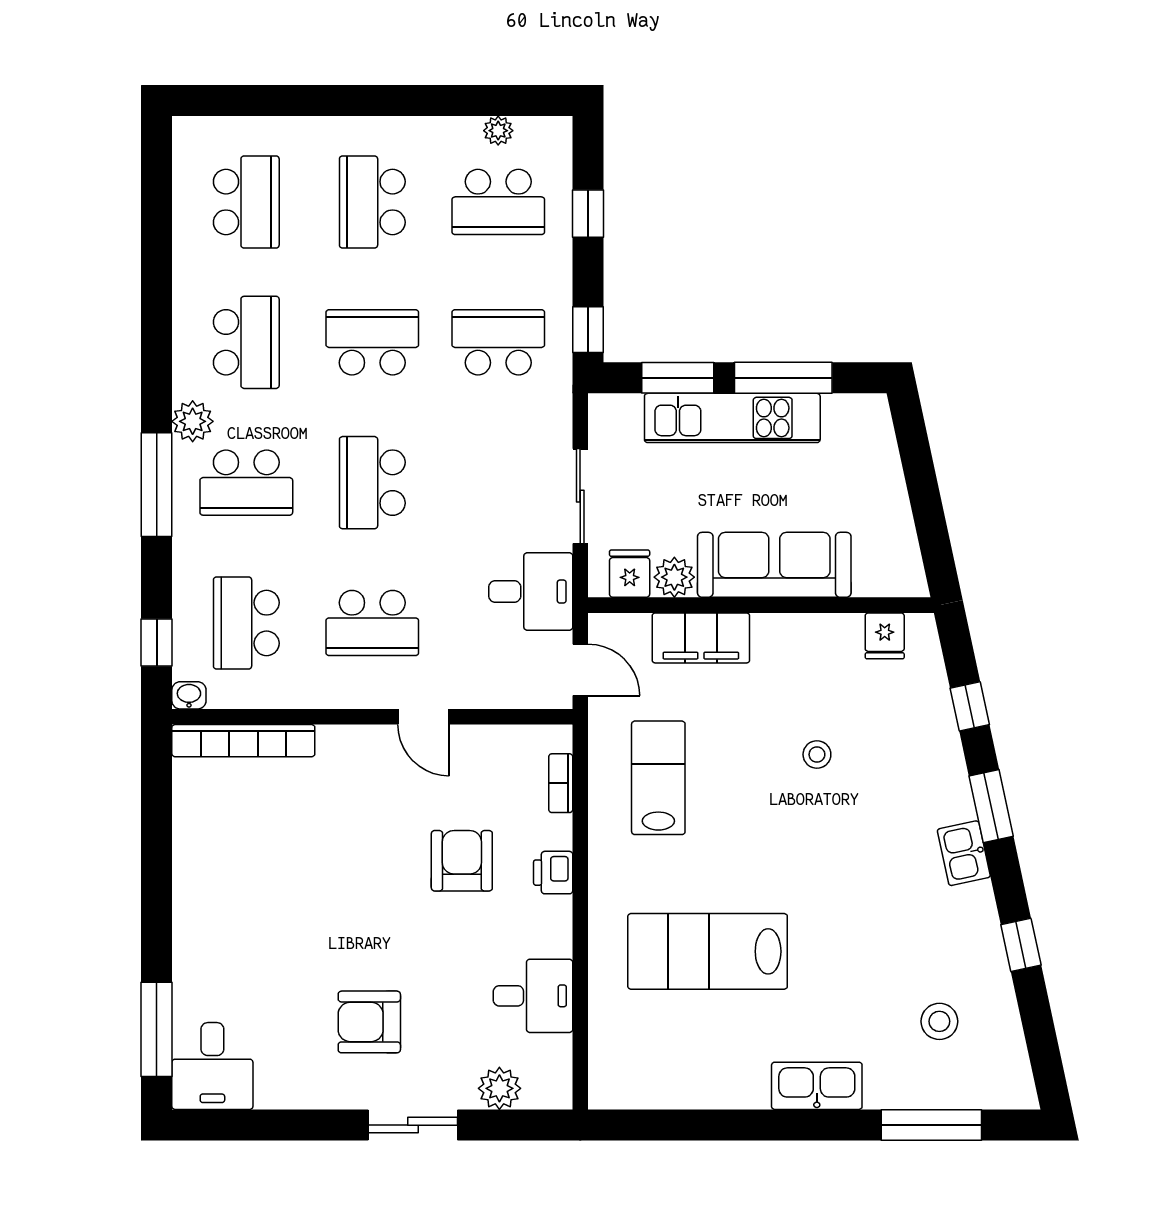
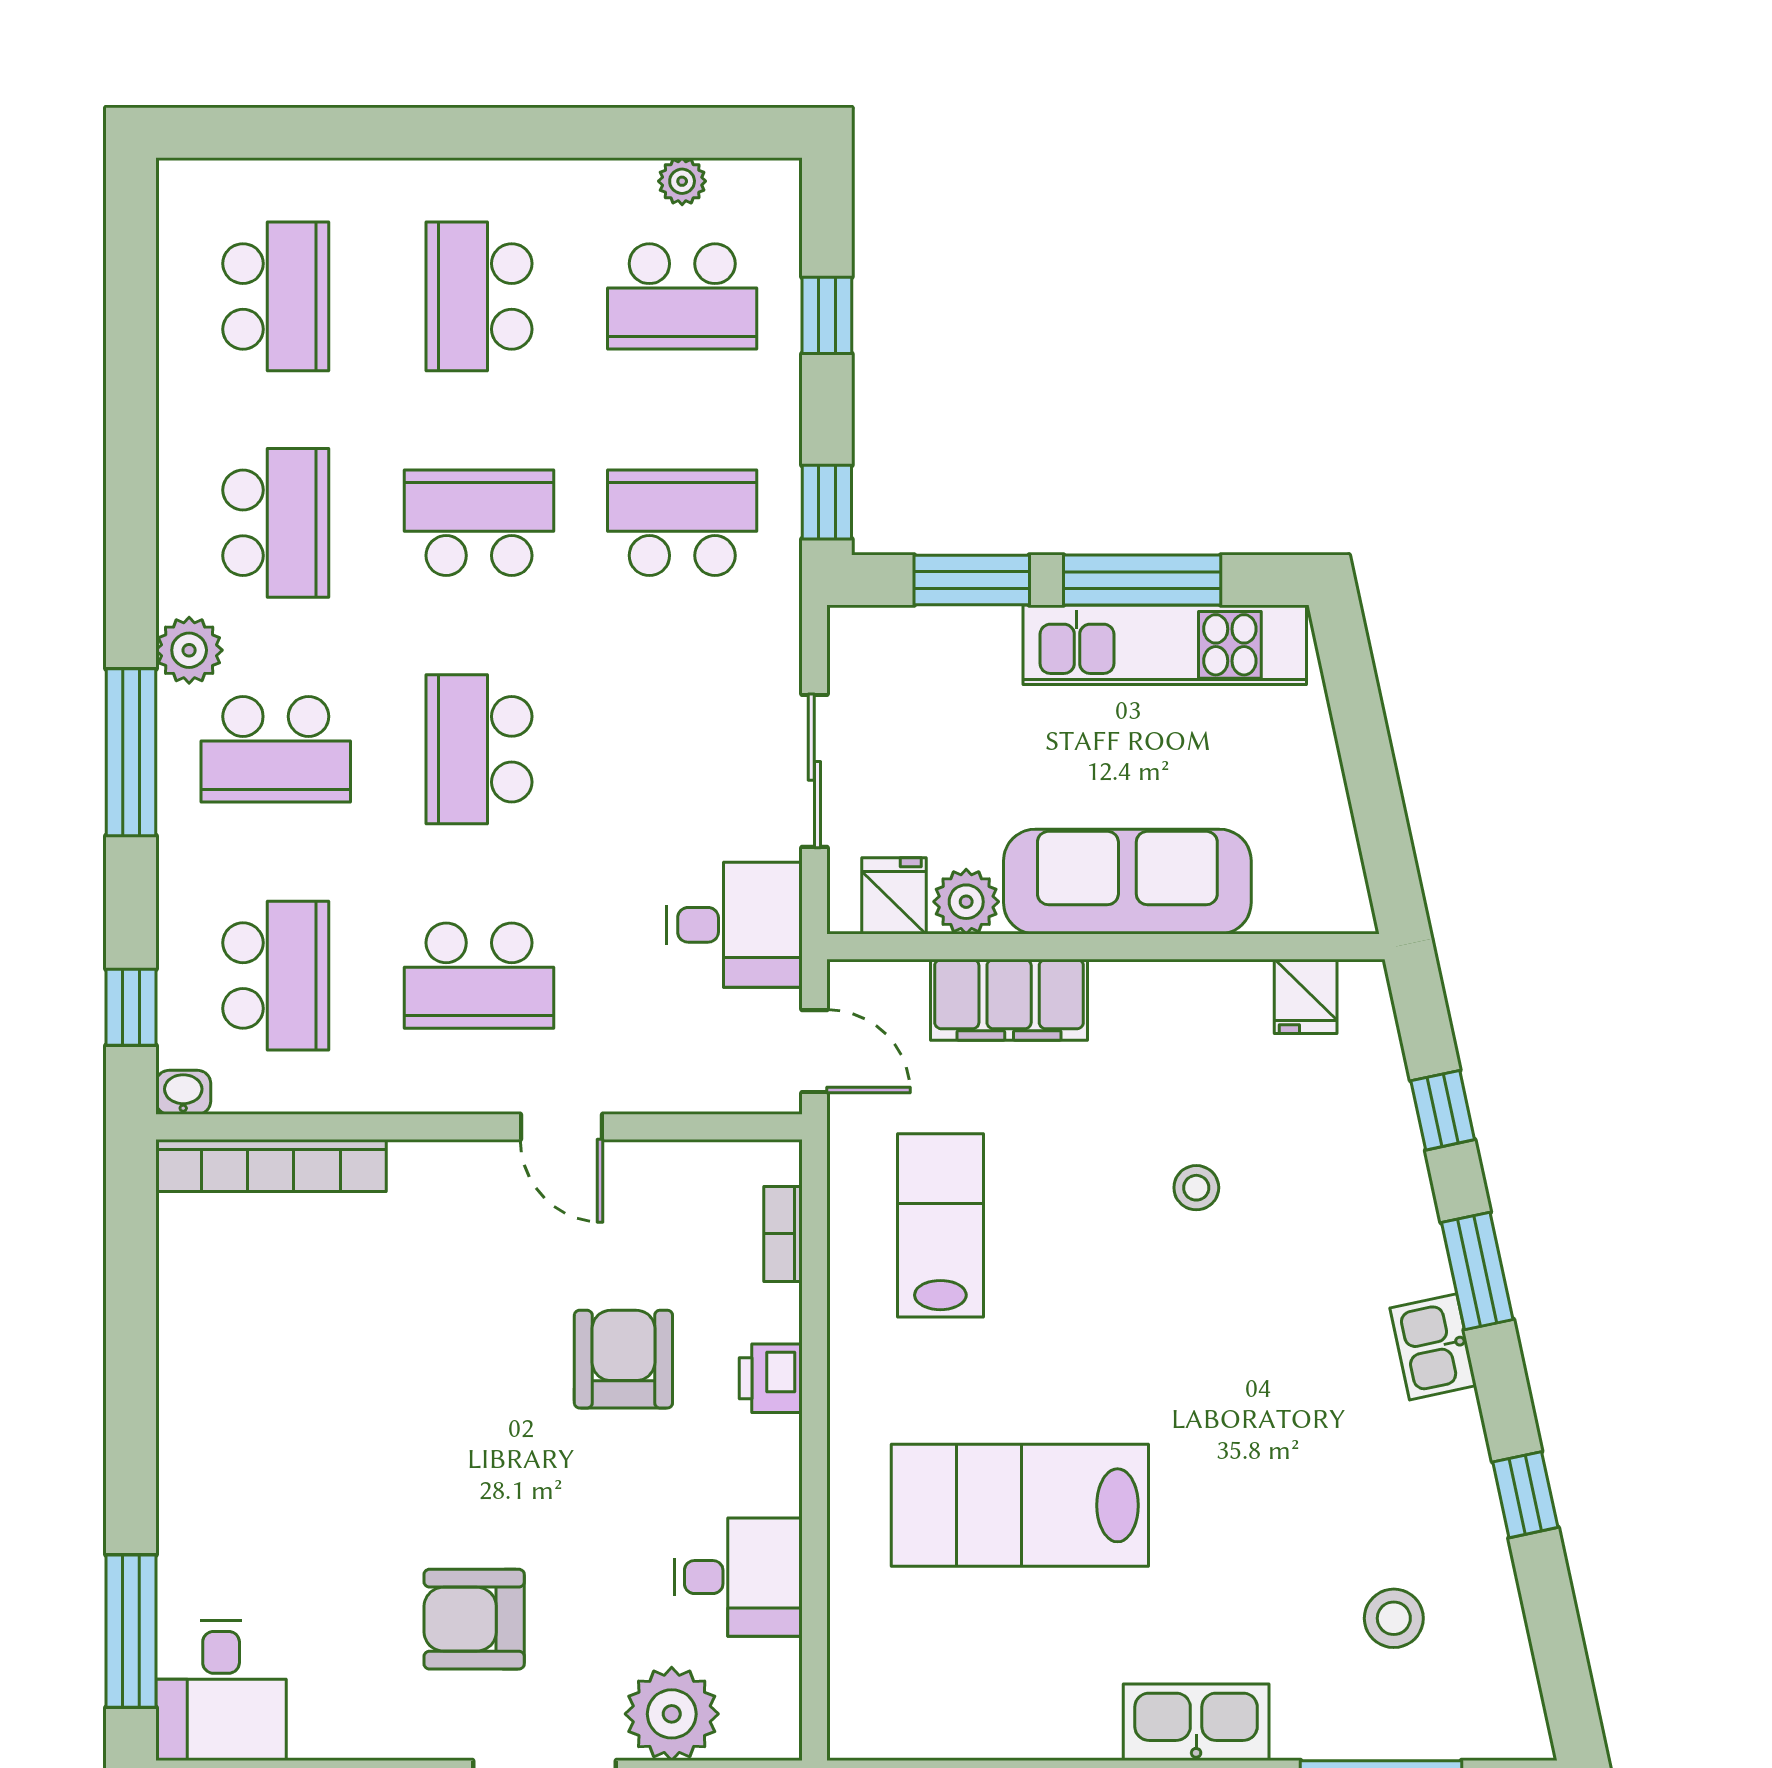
kitchen unit: (732, 418) -> (1165, 645), moved
school desk: (246, 623) -> (276, 976), turned 180
plant: (499, 1088) -> (672, 1714), width x1.36, depth x1.36

